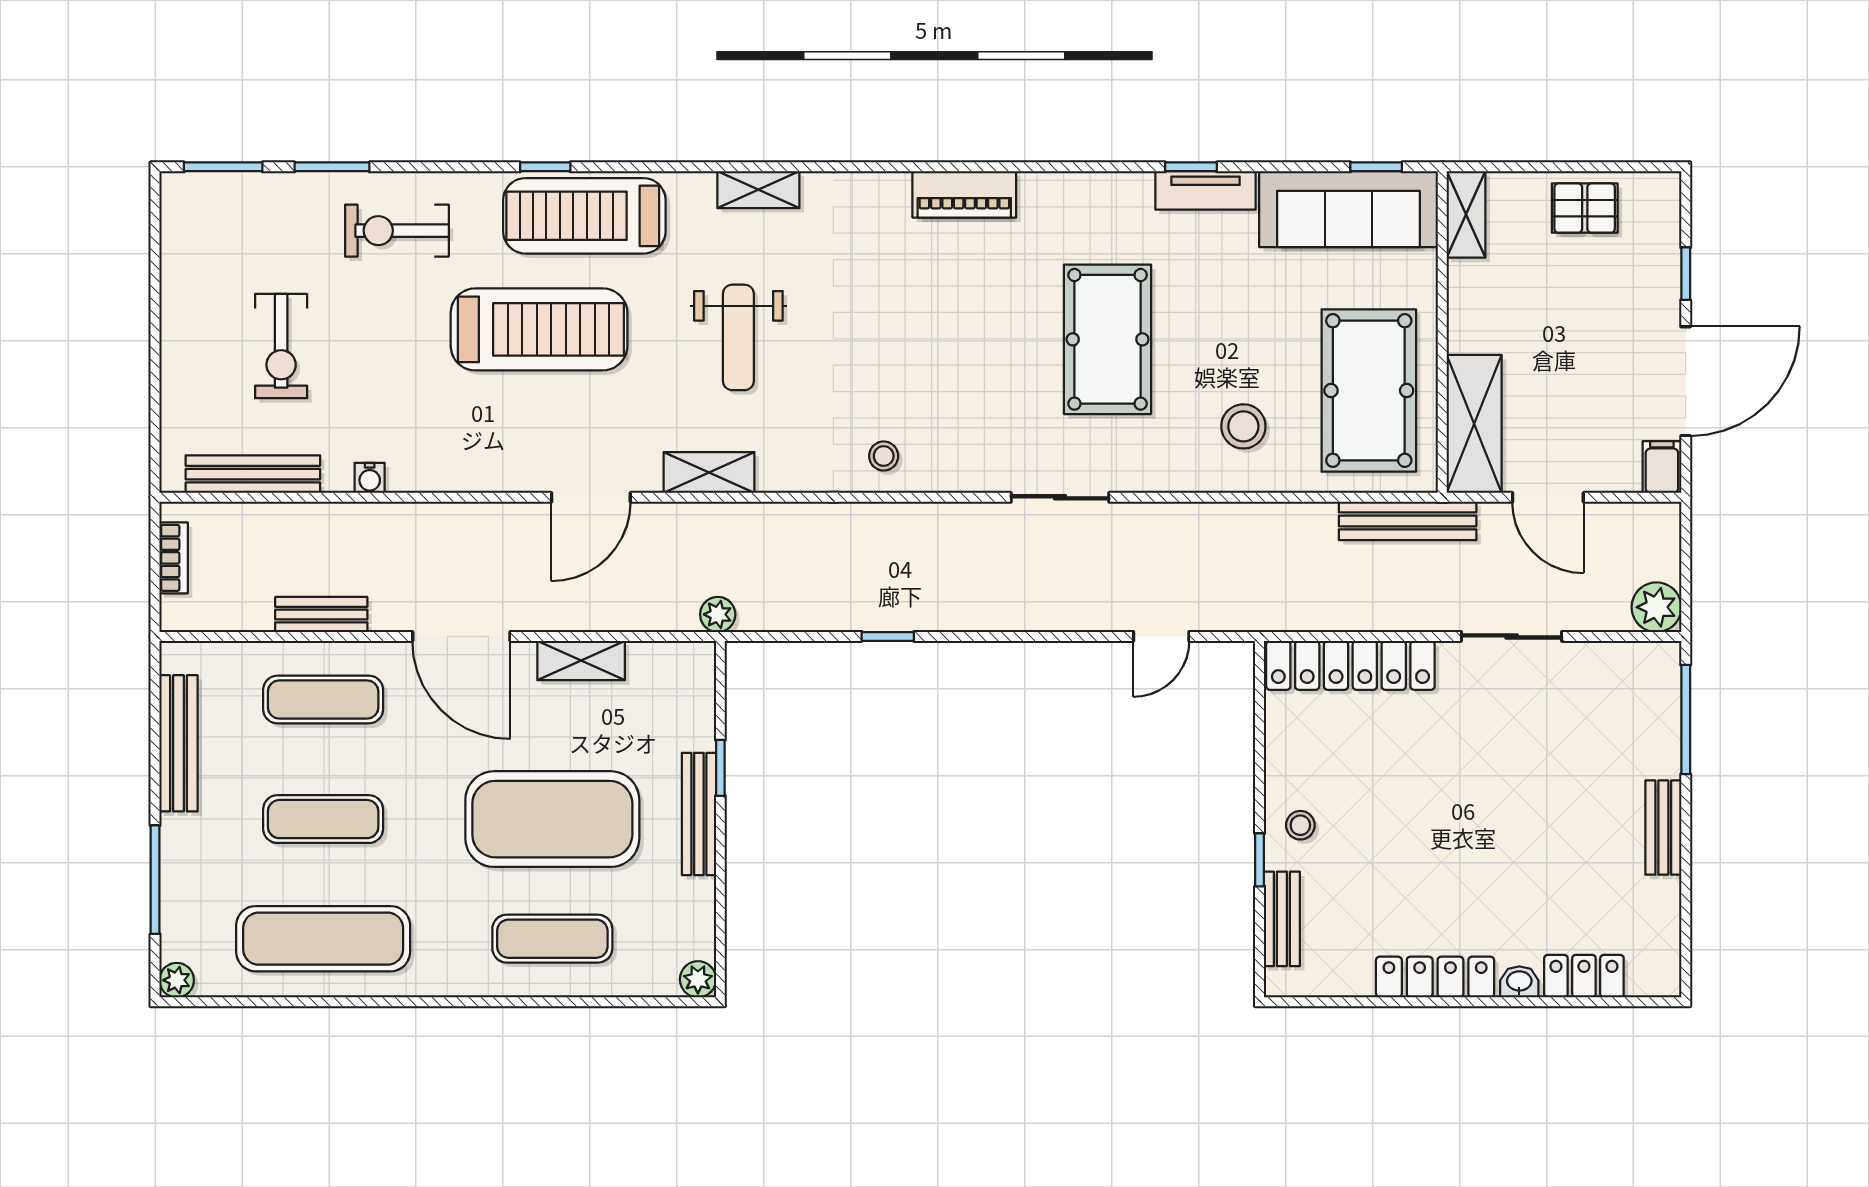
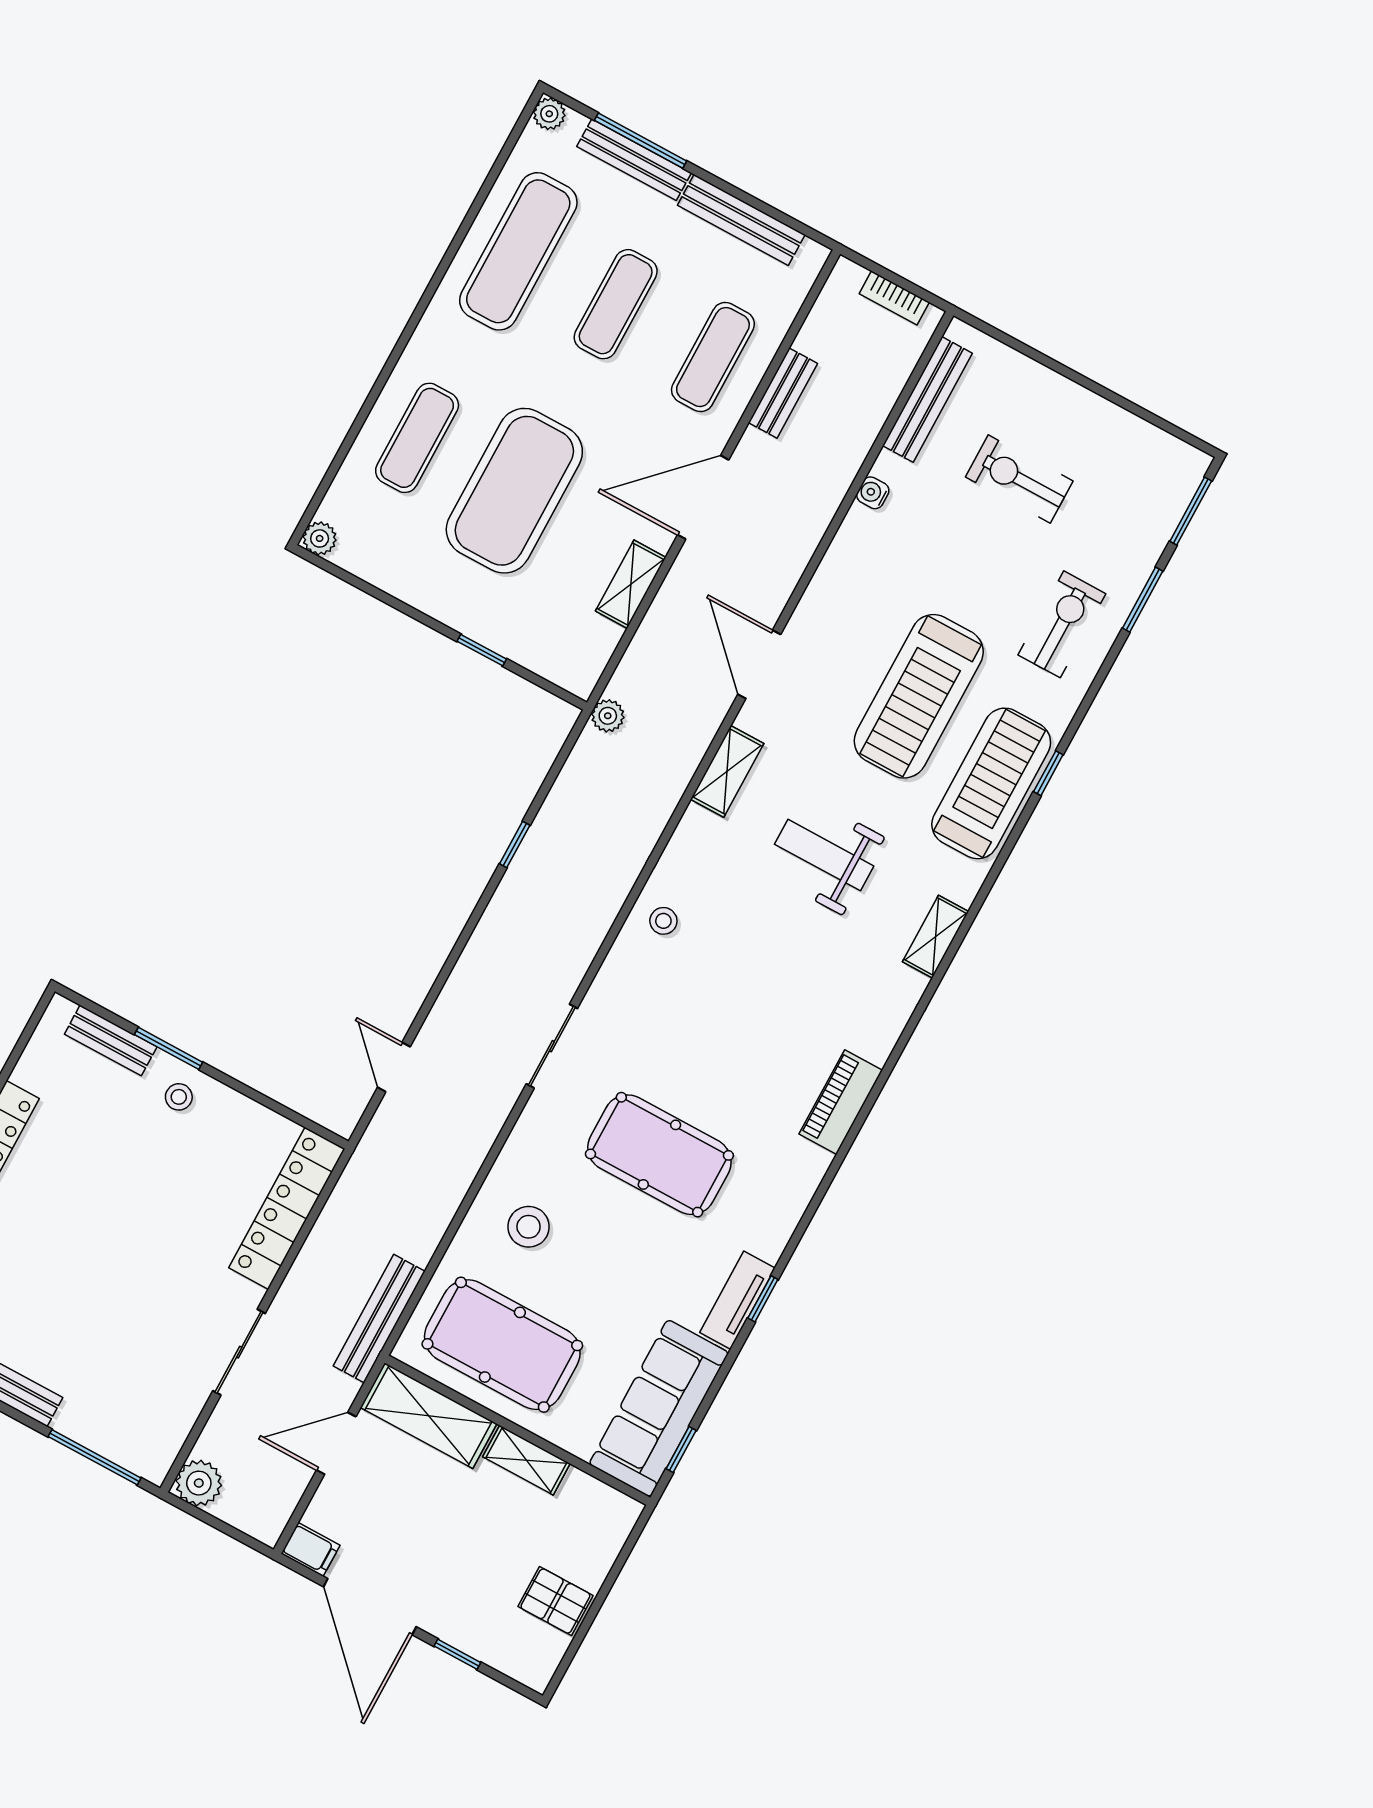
pallet: (1585, 208) -> (555, 1601), turned 90
shelving: (1466, 214) -> (526, 1460), moved
bench: (699, 814) -> (634, 160), moved
window: (1260, 860) -> (169, 1048), width x1.50

